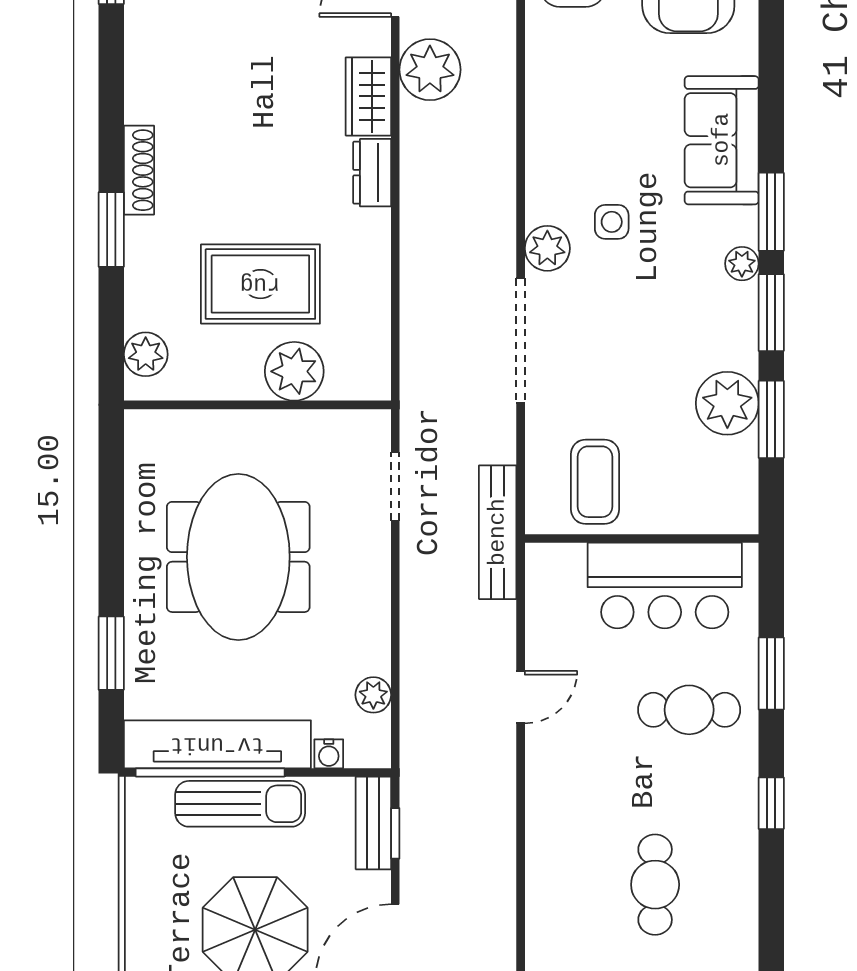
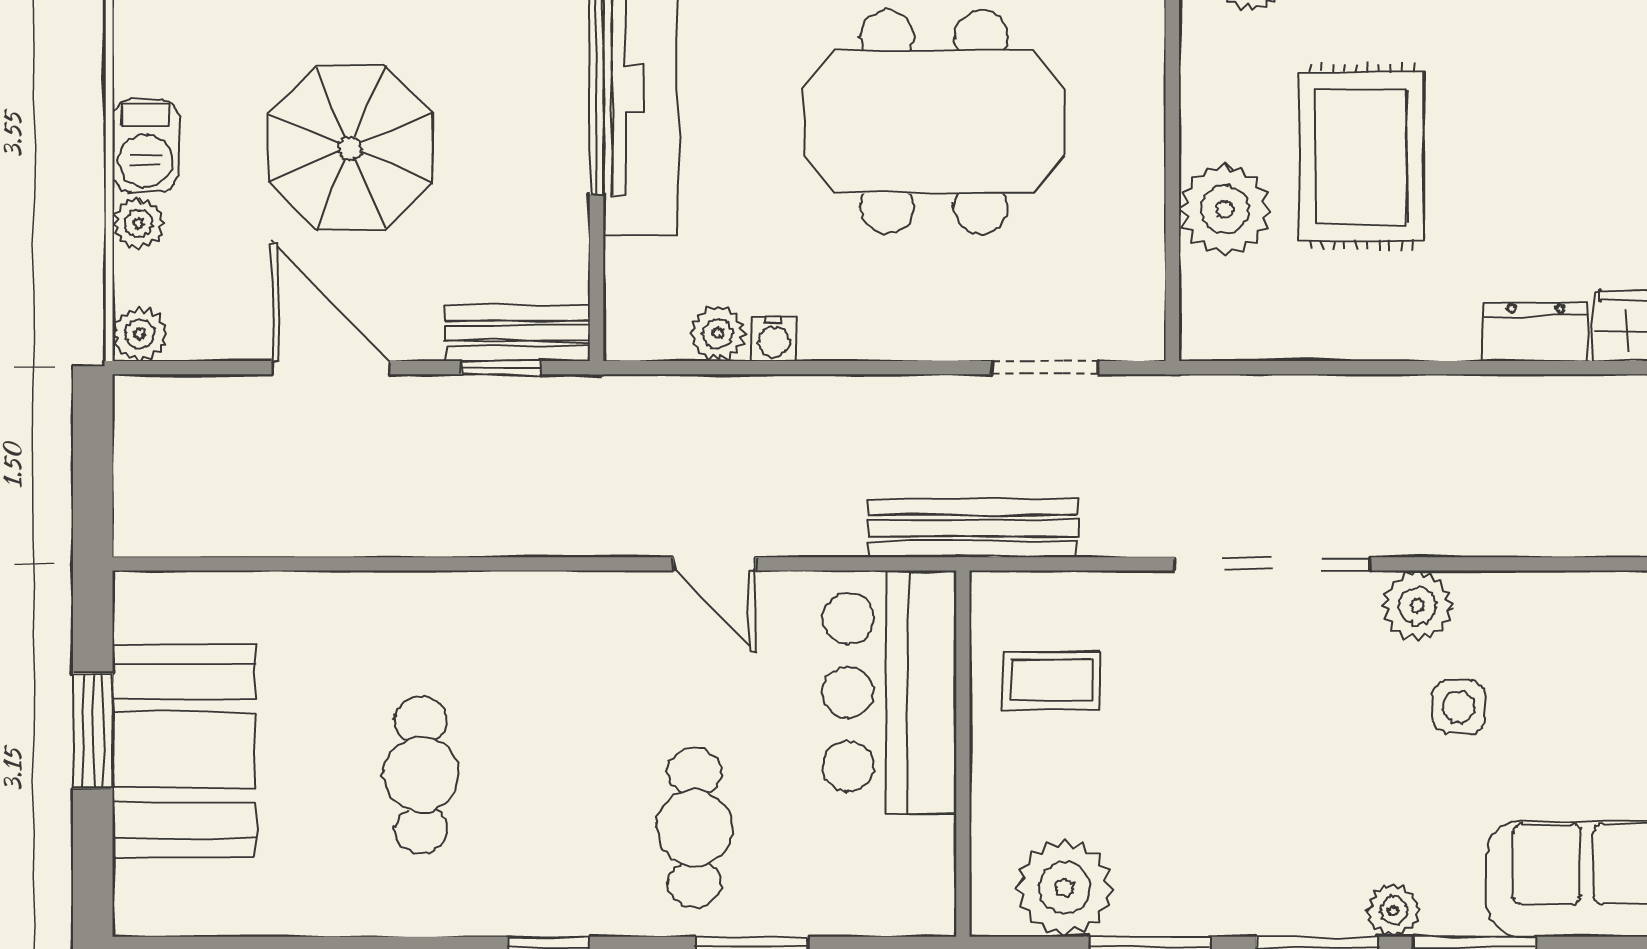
plant: (727, 403) -> (1065, 888), moved
coffee table: (595, 482) -> (1052, 681), width x0.73, depth x0.77
bar counter: (665, 586) -> (889, 692), moved
water cooler: (329, 754) -> (774, 338), moved, turned -90
sun lounger: (240, 804) -> (547, 125), removed
cafe table: (655, 885) -> (421, 775), turned 90

